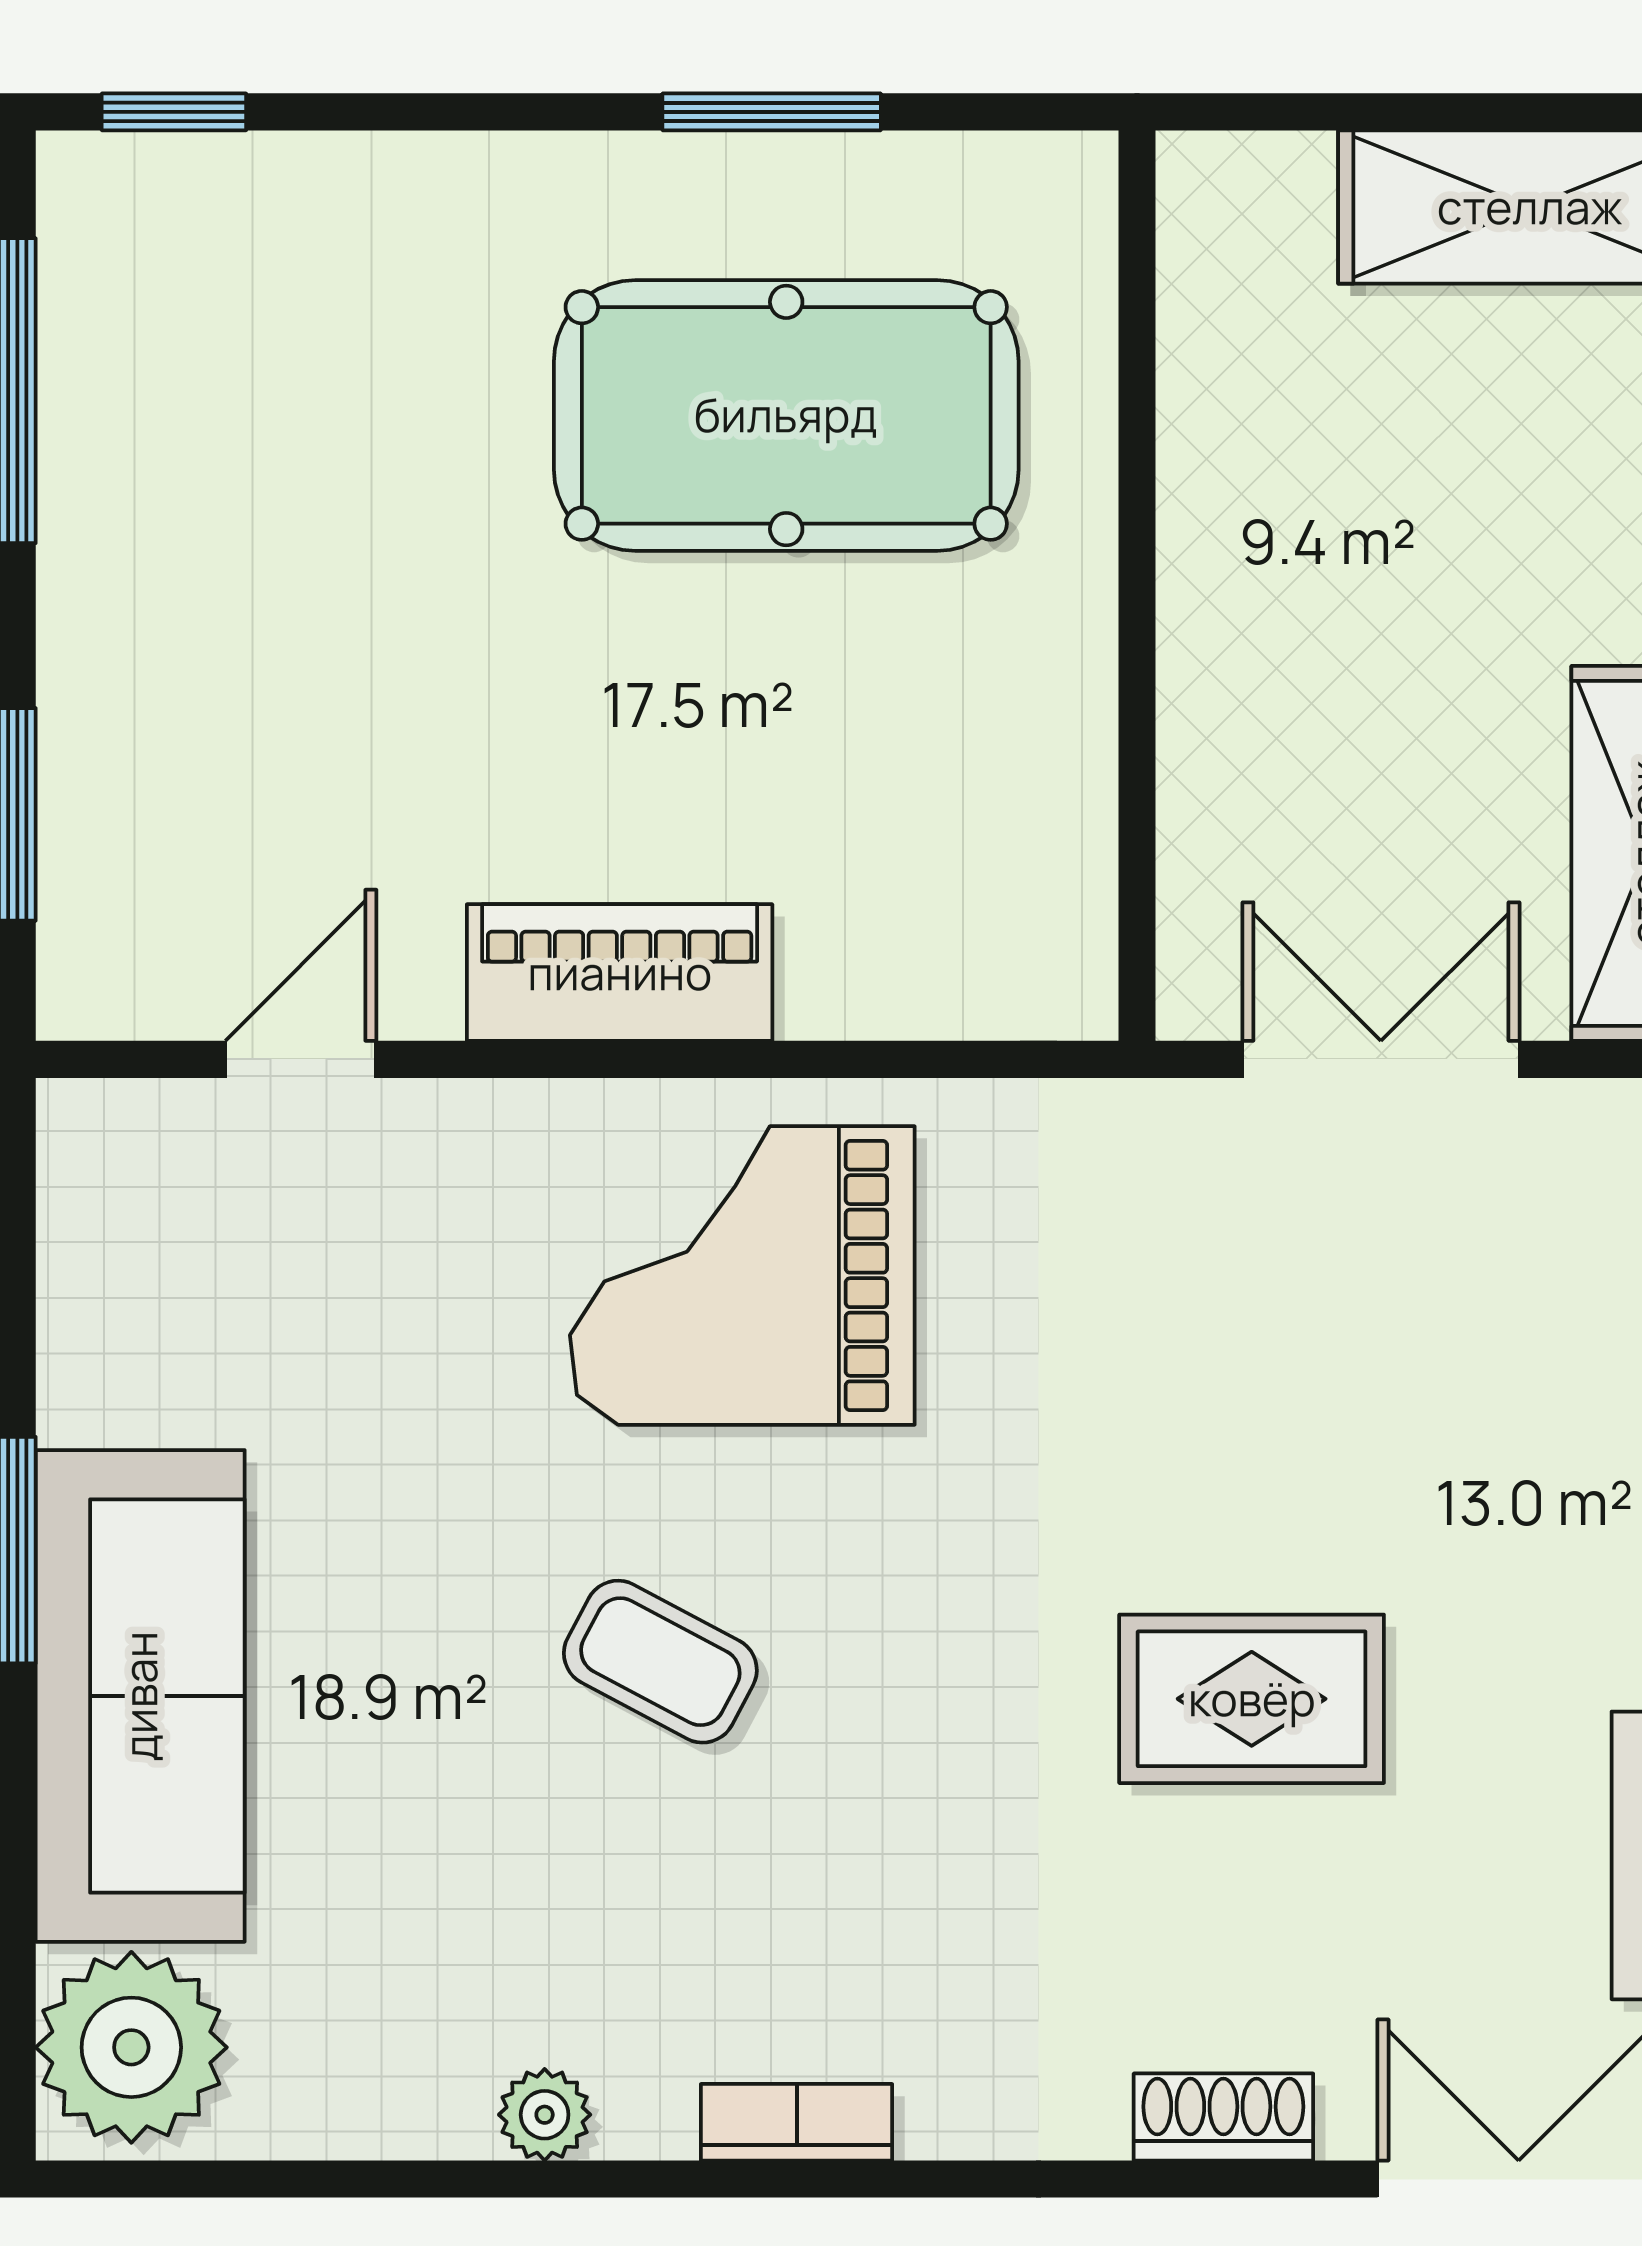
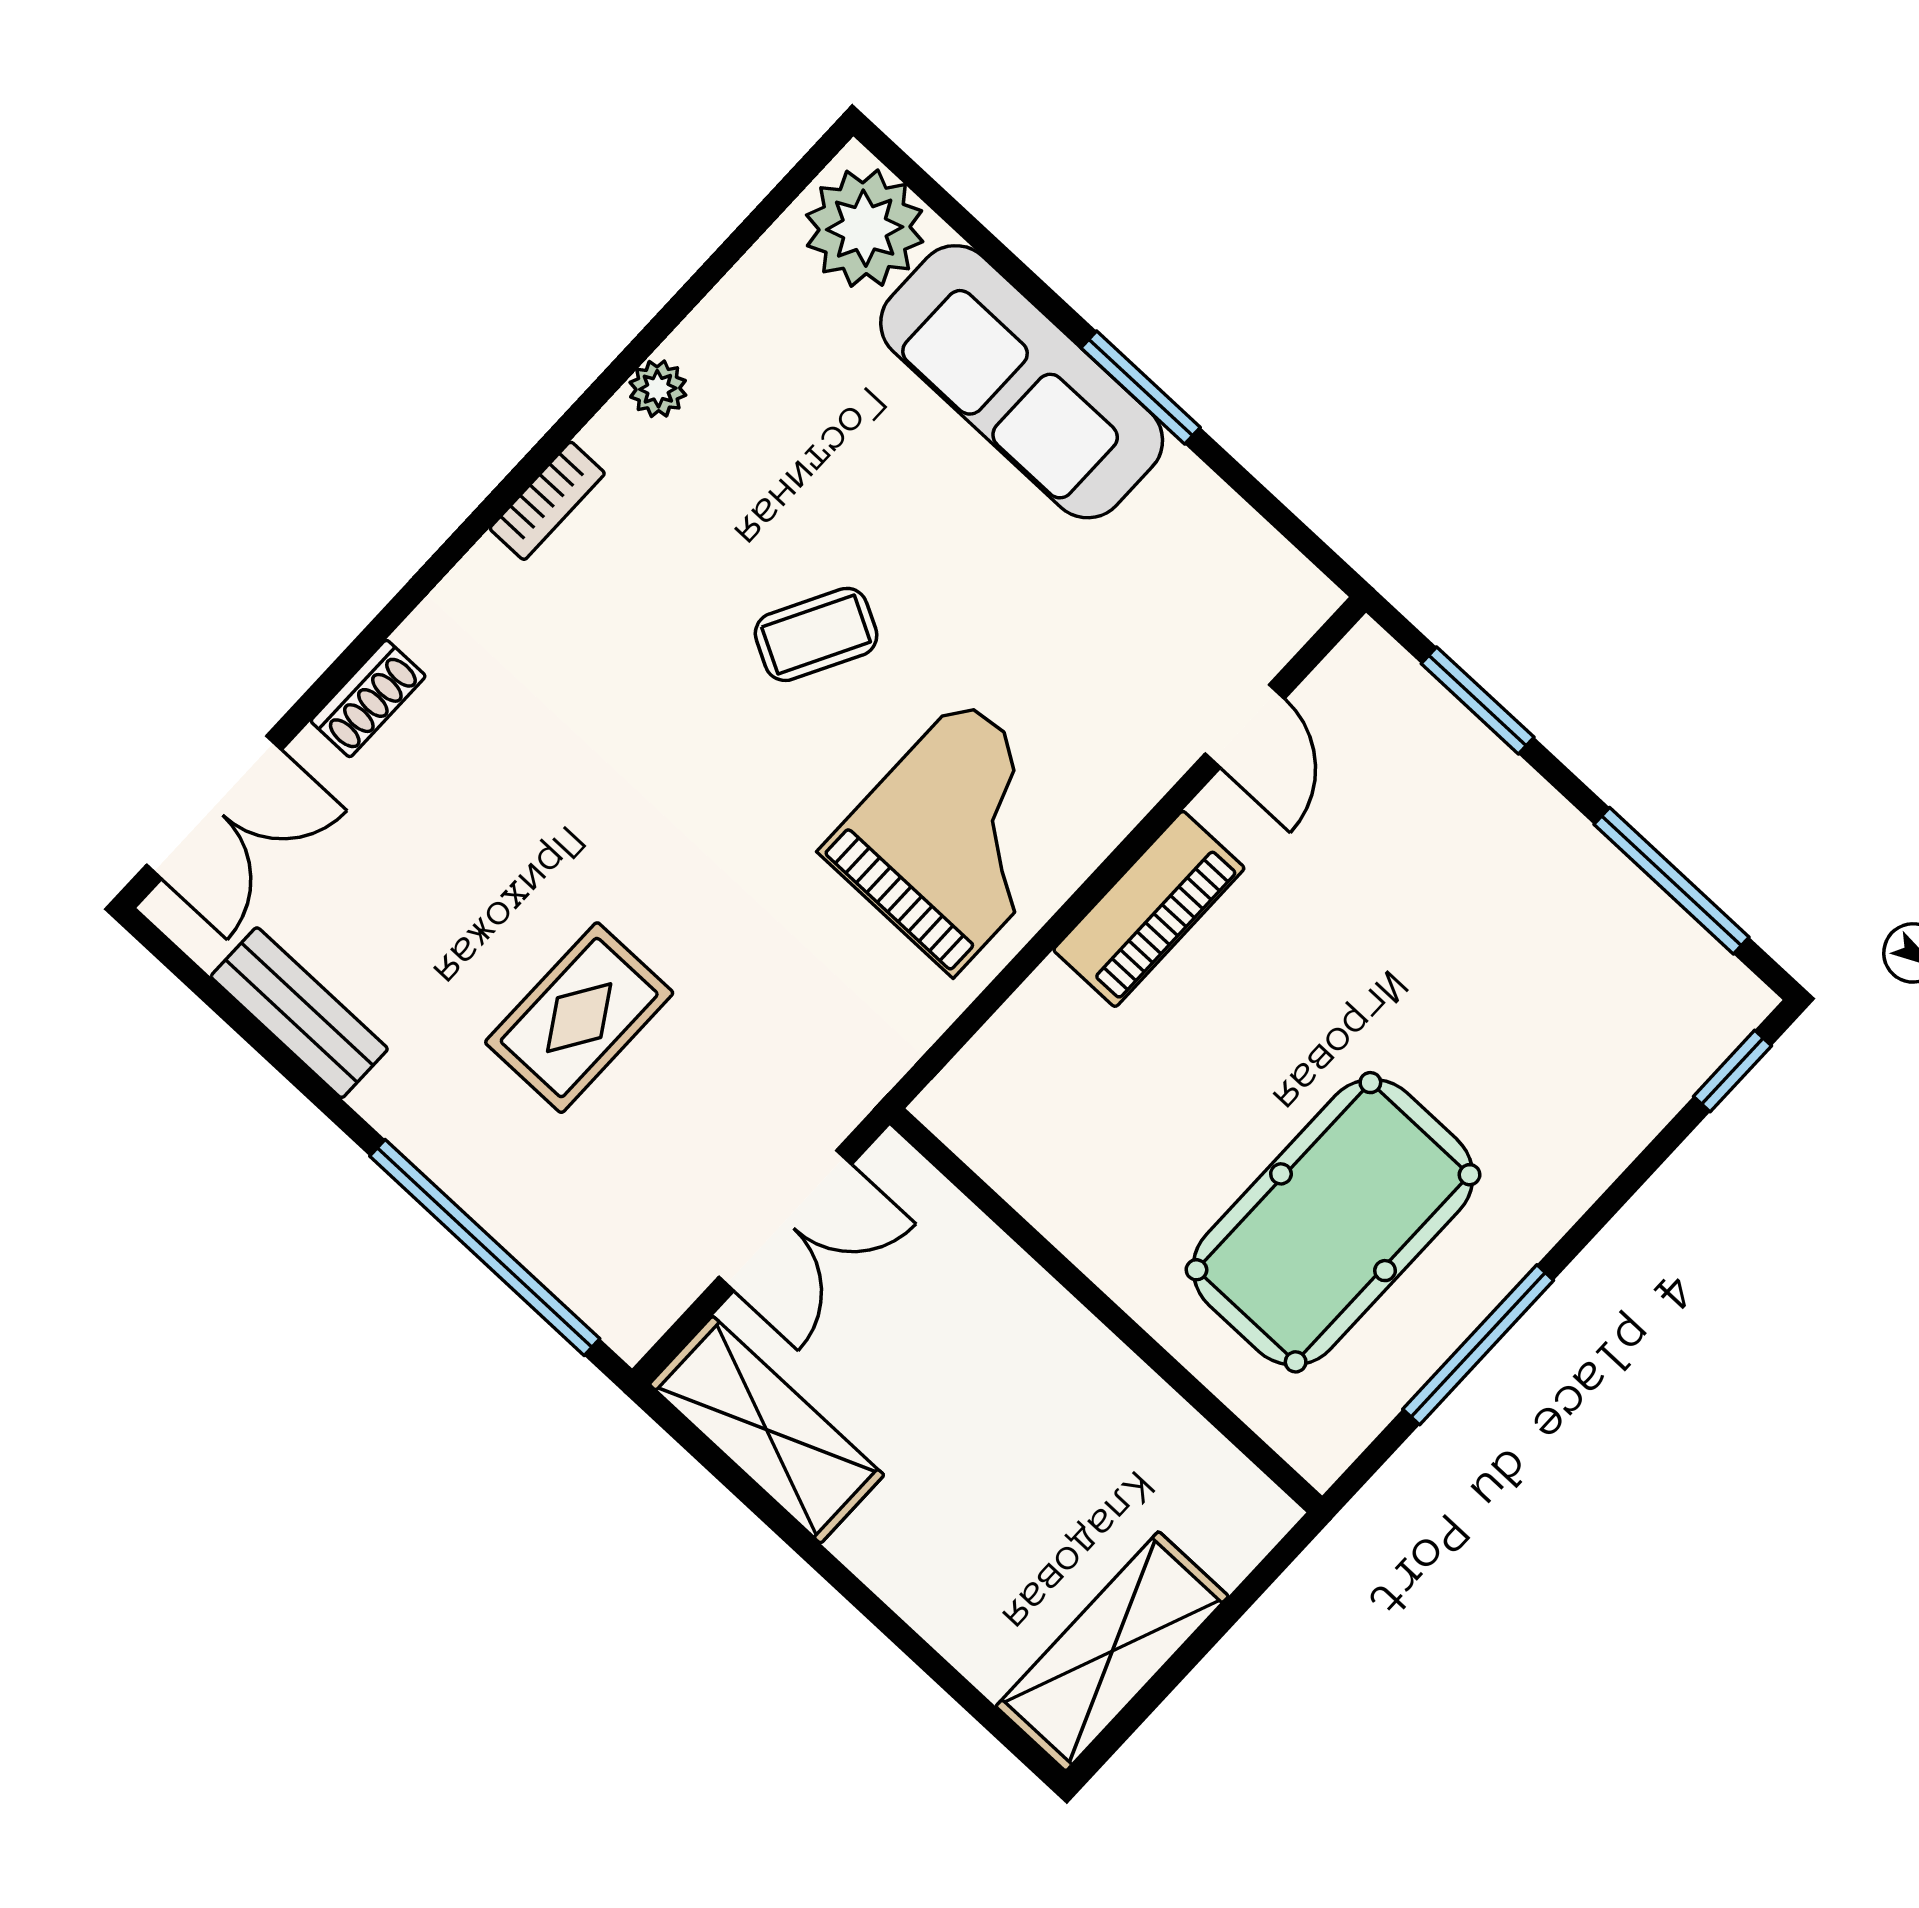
window: (772, 112) -> (1478, 1345), width x1.44
rug: (1252, 1699) -> (579, 1018), moved

